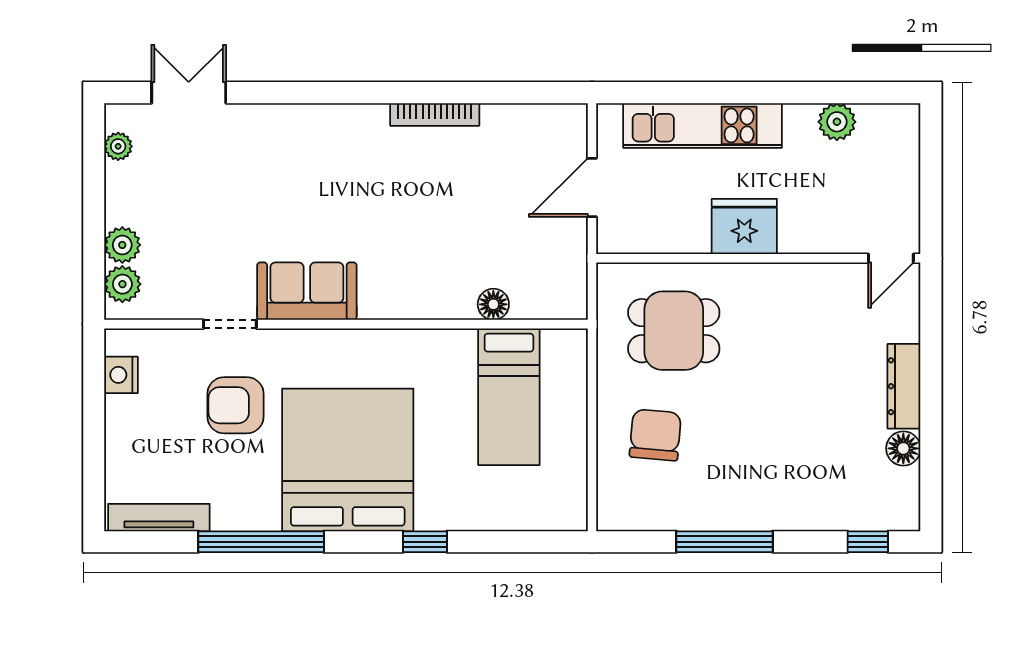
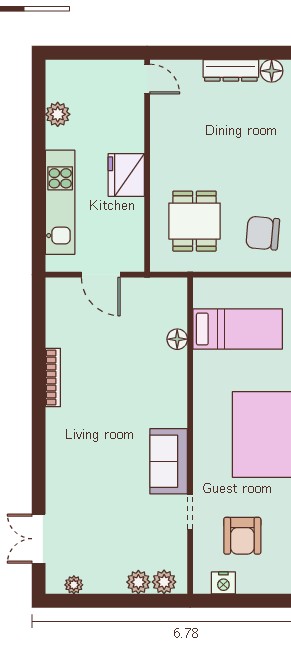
armchair: (235, 405) -> (242, 536), moved

